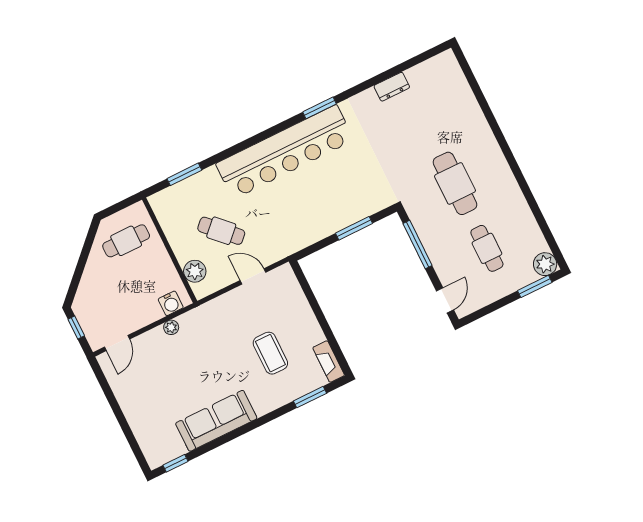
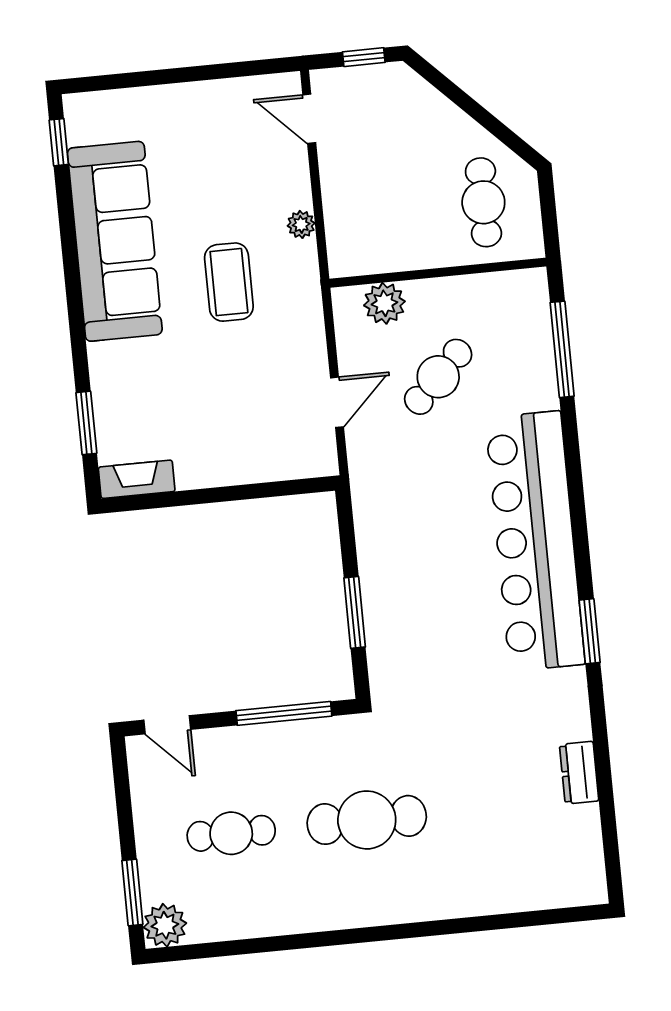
window: (184, 174) -> (562, 349), width x1.44
water cooler: (171, 303) -> (344, 239), removed
coffee table: (270, 353) -> (229, 282), moved, turned 90
sofa: (216, 421) -> (115, 241), width x1.36, depth x1.27

